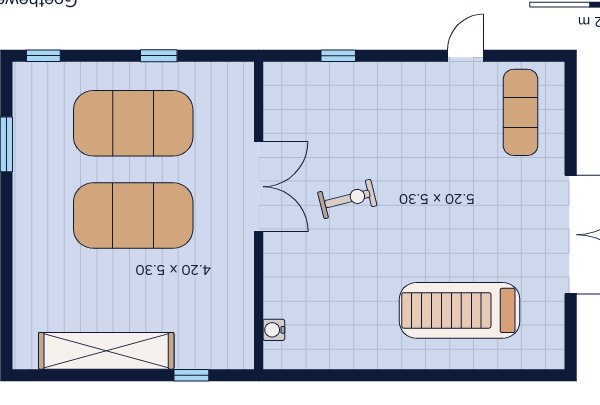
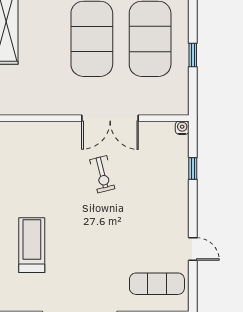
treadmill: (460, 310) -> (32, 245), width x0.73, depth x0.73
water cooler: (274, 330) -> (182, 128), moved

